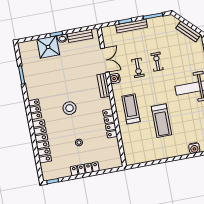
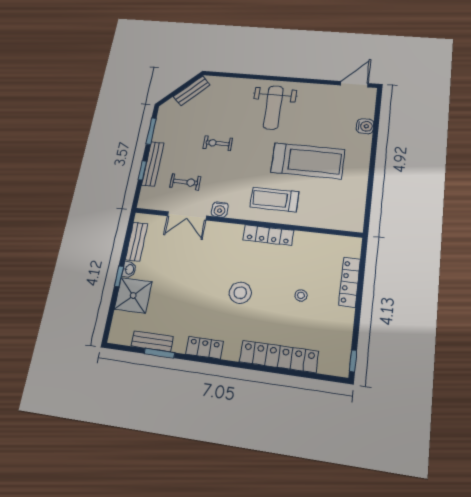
double door: (105, 60) -> (187, 216), swing flipped
exercise bike: (138, 68) -> (185, 182), moved
bench: (103, 85) -> (152, 341), moved
locker: (35, 109) -> (204, 348), moved
treadmill: (161, 121) -> (308, 161), width x1.37, depth x1.38
locker: (110, 123) -> (268, 235), moved
locker: (85, 169) -> (350, 282), moved

